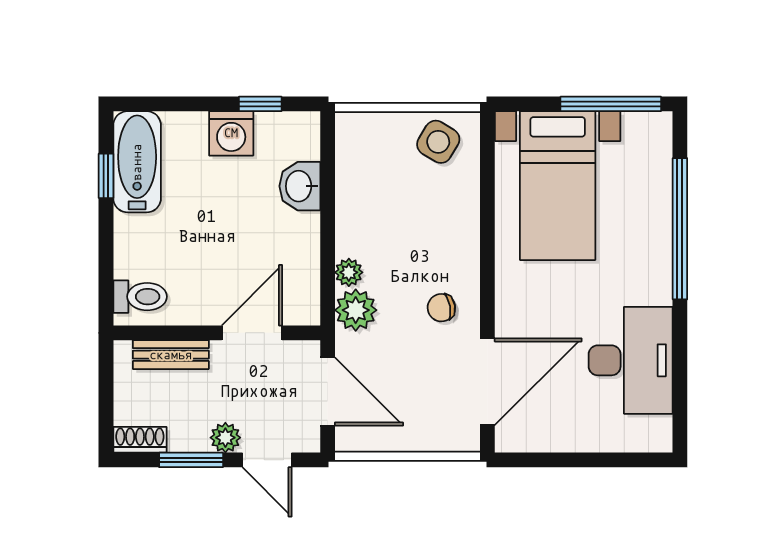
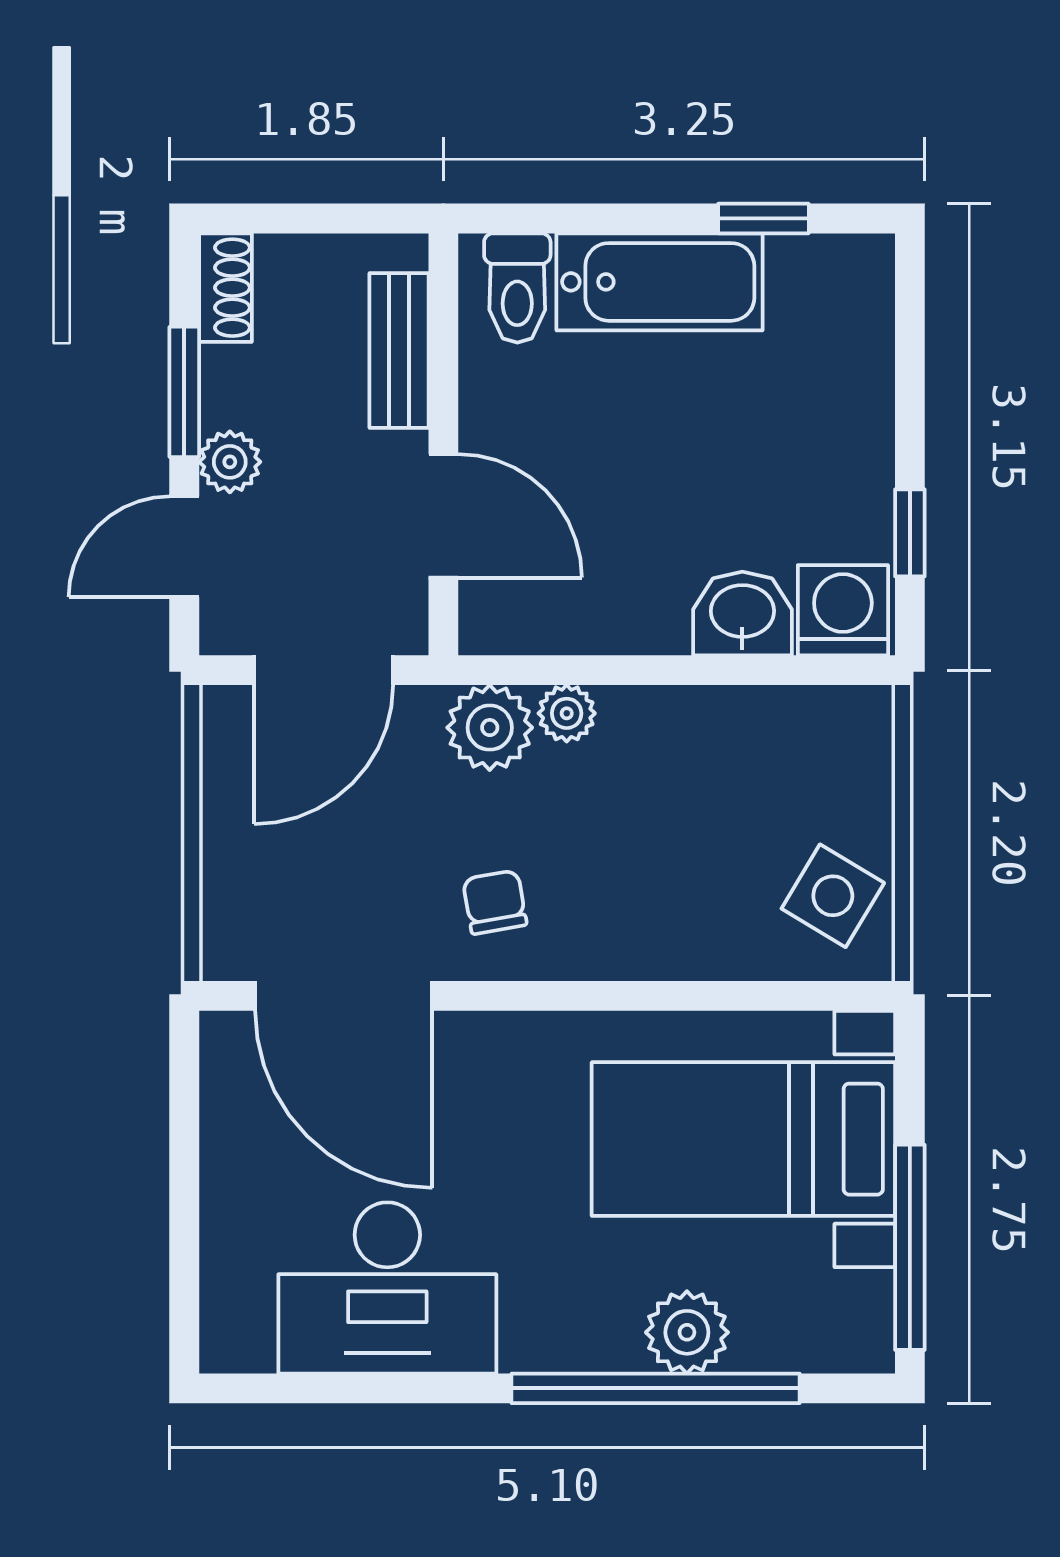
washing machine: (231, 133) -> (843, 610), moved, turned 90
bathtub: (137, 162) -> (660, 282), moved
plant: (652, 213) -> (687, 1332), added

